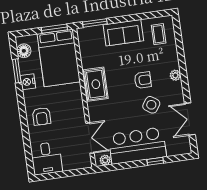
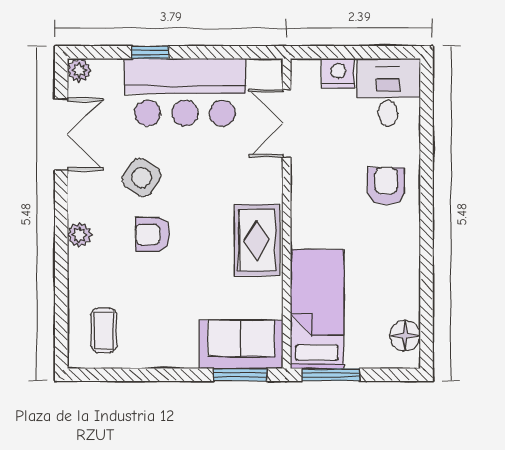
sofa: (123, 33) -> (241, 344), moved
bed: (59, 58) -> (317, 309), width x0.67
window: (17, 71) -> (426, 293), removed
nightstand: (28, 82) -> (338, 73), moved, turned -90
plant: (105, 160) -> (79, 70), moved

